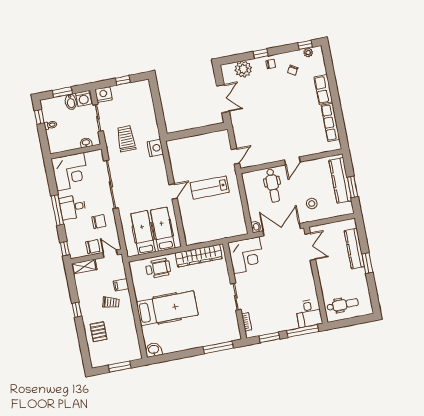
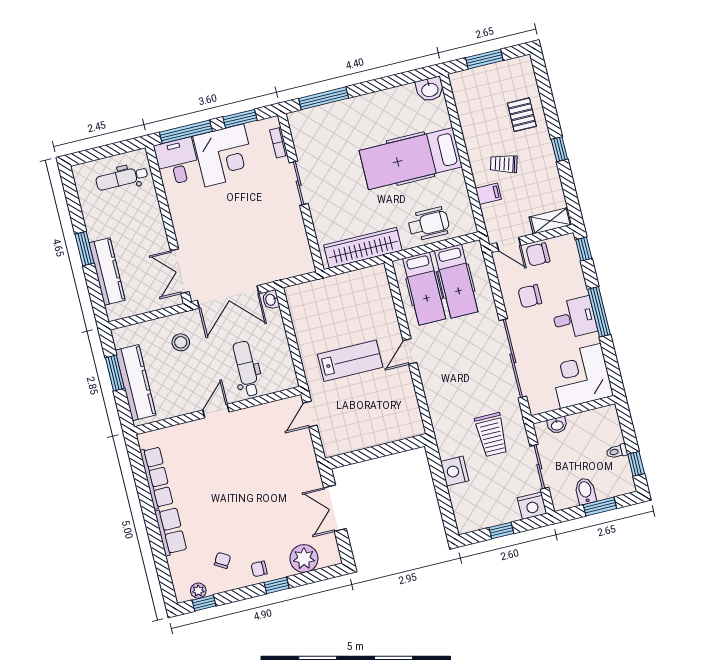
washing machine: (84, 98) -> (565, 498), removed
nightstand: (155, 148) -> (455, 471), moved
corner desk: (246, 255) -> (224, 155), moved, turned 180
wheelchair: (158, 268) -> (429, 224), turned 180

